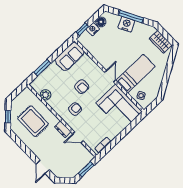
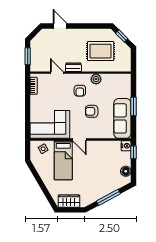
nightstand: (126, 24) -> (106, 188), removed
nightstand: (93, 29) -> (126, 146), moved
sofa: (70, 57) -> (122, 118), width x1.36
window: (42, 68) -> (133, 106), moved
plant: (46, 95) -> (96, 79), moved
door: (78, 137) -> (57, 73), hinge flipped

